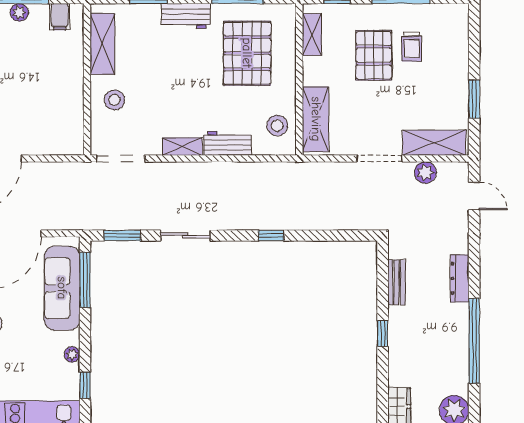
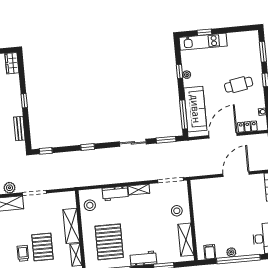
shelving: (316, 119) -> (71, 226), moved
window: (351, 236) -> (46, 151), added
window: (85, 385) -> (180, 71), moved

